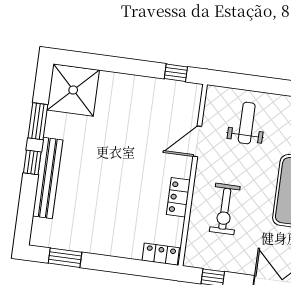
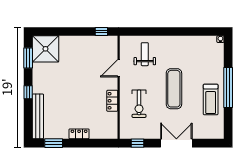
window: (38, 121) -> (28, 58), moved
bench: (48, 178) -> (38, 116), moved
locker: (161, 254) -> (79, 134), moved

